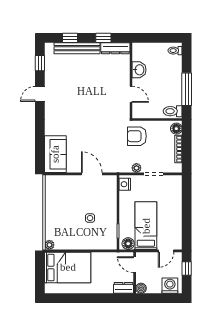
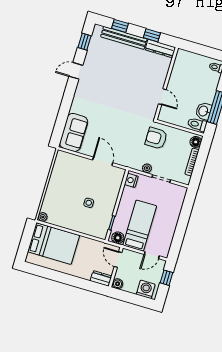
washbasin: (139, 70) -> (204, 111), moved, turned 180

